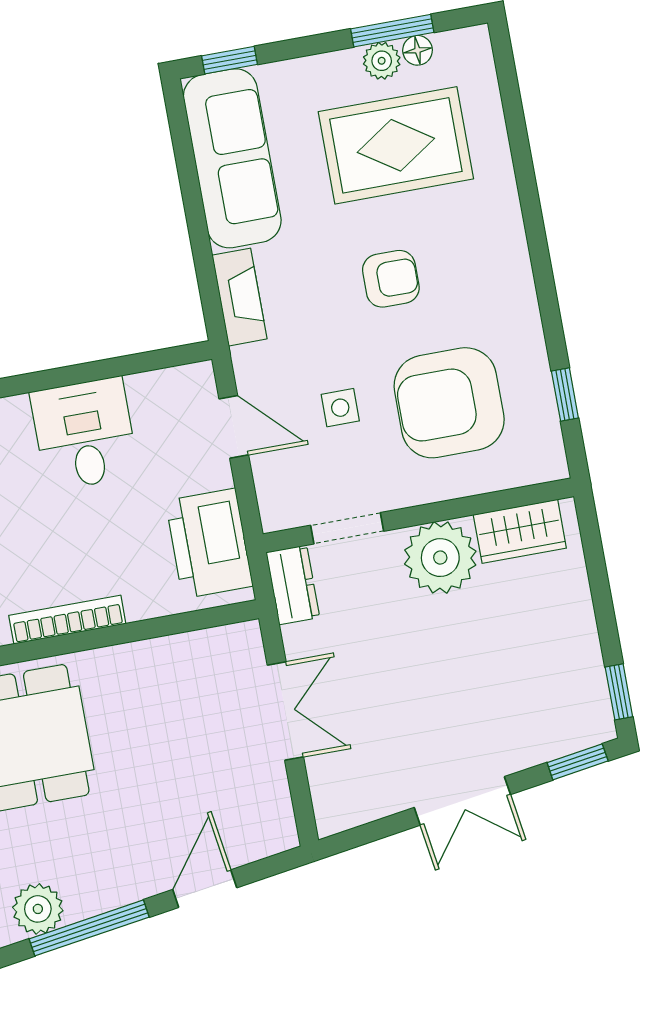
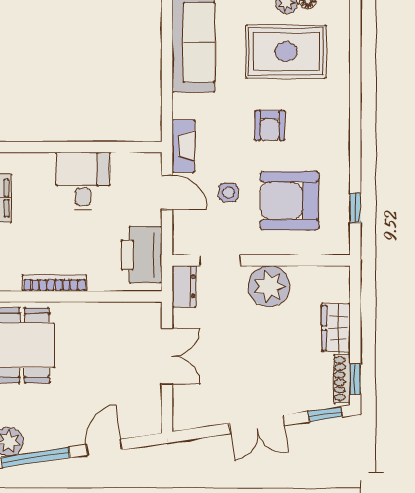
armchair: (391, 279) -> (270, 126), turned 90
fireplace: (239, 297) -> (183, 146), moved
wardrobe: (520, 531) -> (336, 328), moved, turned 90
shoe rack: (595, 695) -> (342, 379), added

